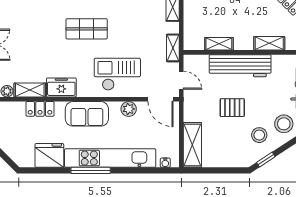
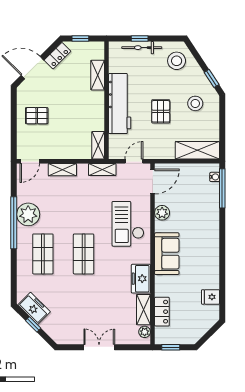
shelving: (219, 44) -> (98, 145), moved
locker: (40, 109) -> (162, 312), moved
stool: (259, 135) -> (195, 103), moved
fridge: (49, 155) -> (211, 297), width x0.53, depth x0.75
kitchen unit: (110, 158) -> (210, 231), removed
window: (91, 170) -> (222, 188), moved

